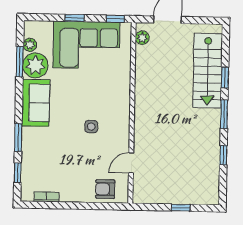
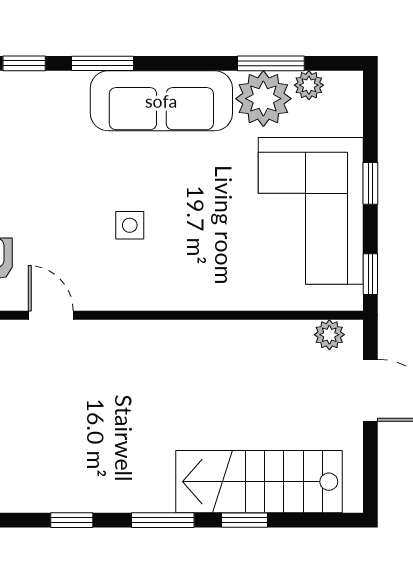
sofa: (36, 103) -> (161, 101), width x1.36

